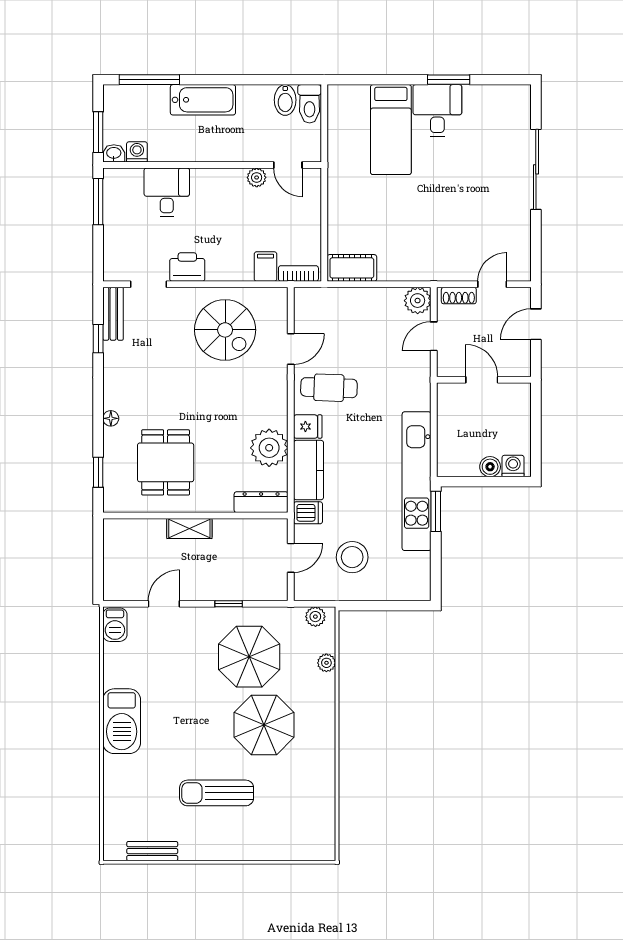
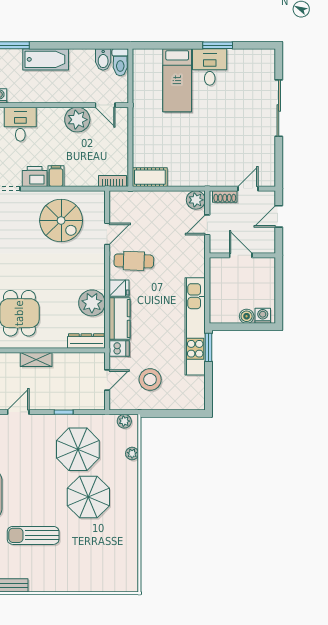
plant: (257, 177) -> (77, 120), width x1.88, depth x1.88
filing cabinet: (265, 267) -> (56, 176), moved
sun lounger: (217, 793) -> (33, 535), moved

